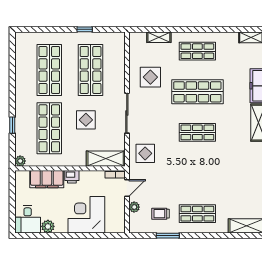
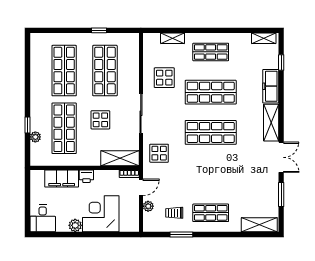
shop shelf: (197, 132) -> (211, 132), width x1.43, depth x1.36
plant: (20, 161) -> (35, 137), moved
plant: (48, 226) -> (75, 225), moved

